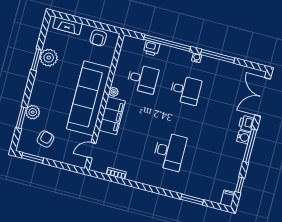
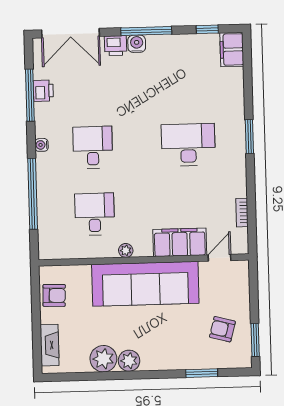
printer: (152, 48) -> (43, 91), moved
window: (218, 56) -> (30, 95), moved
window: (36, 60) -> (112, 376), removed
plant: (33, 112) -> (129, 361), moved
filing cabinet: (112, 116) -> (180, 242), moved
door: (92, 150) -> (219, 258), swing flipped
filing cabinet: (228, 198) -> (232, 50), width x2.00
window: (192, 199) -> (249, 137), moved

